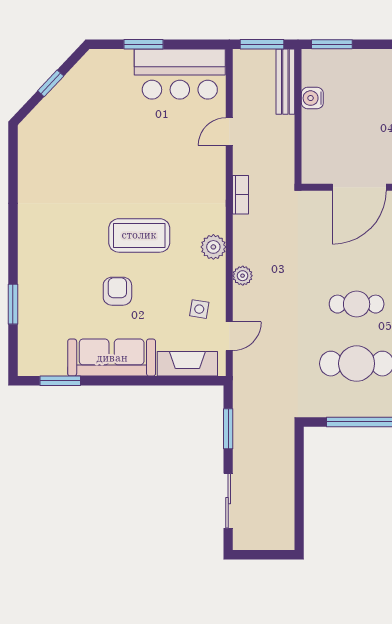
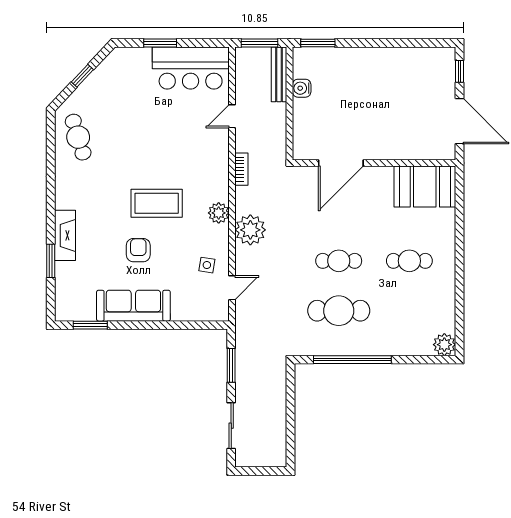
cafe table: (46, 156) -> (78, 137), added
plant: (243, 276) -> (250, 230), width x1.88, depth x1.88
fireplace: (187, 364) -> (65, 235), moved, turned 90

